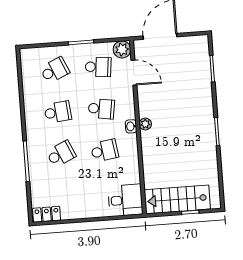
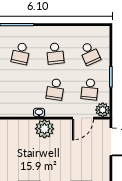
plant: (145, 124) -> (44, 129), width x1.87, depth x1.87
school desk: (104, 151) -> (21, 89), removed
school desk: (61, 154) -> (21, 53), turned 36

